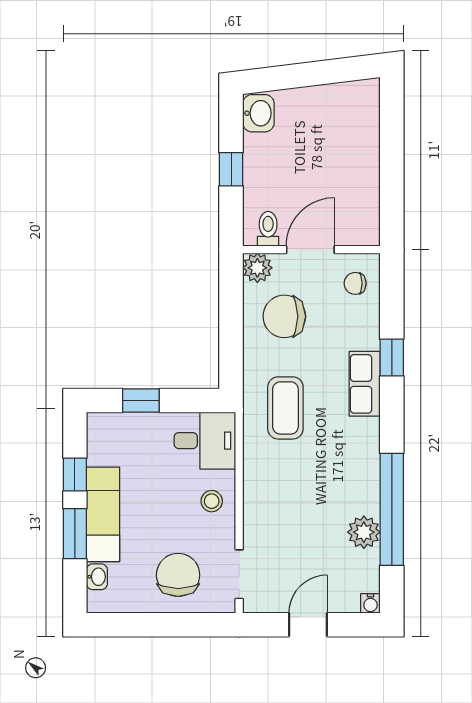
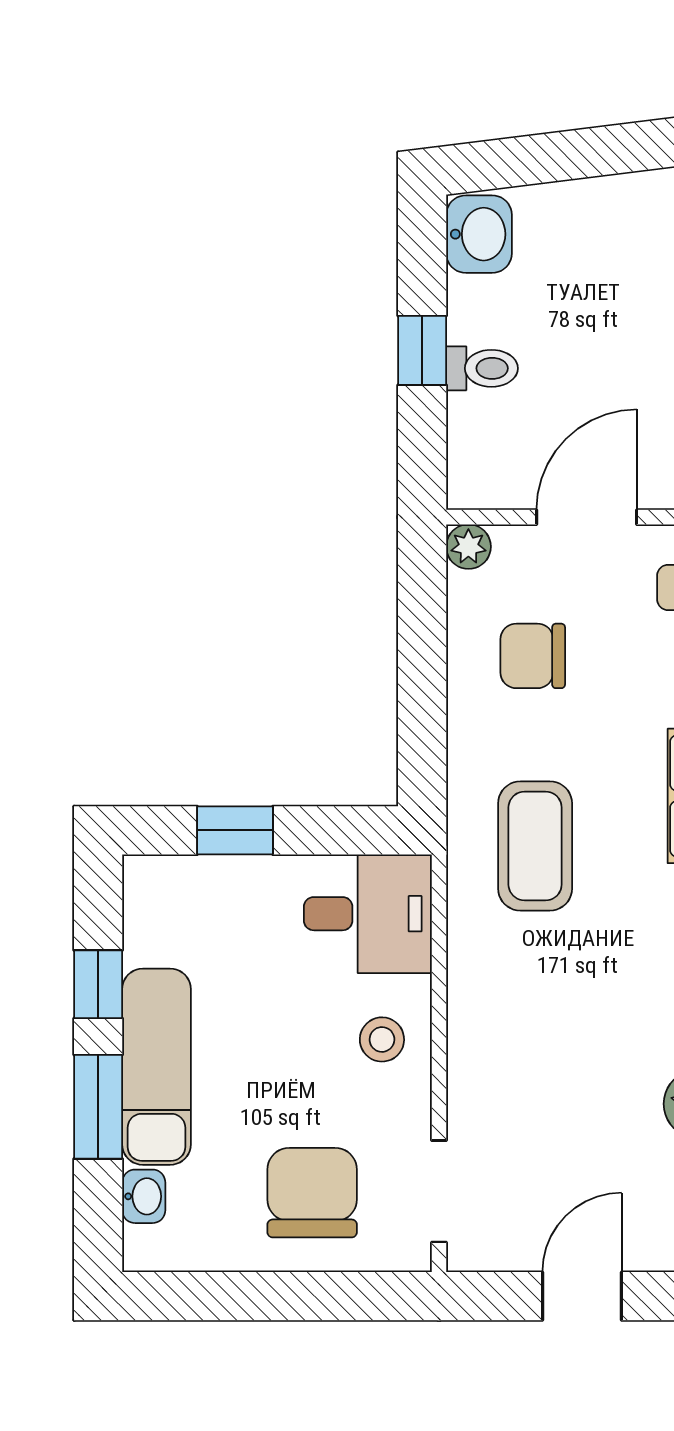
toilet: (268, 229) -> (482, 368), moved, turned 90
plant: (257, 268) -> (468, 547), width x0.73, depth x0.73
chair: (284, 316) -> (533, 656), width x0.73, depth x0.73

